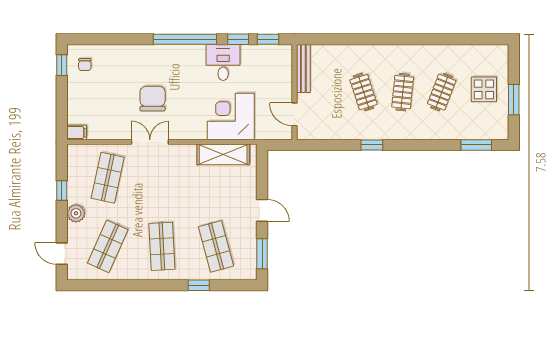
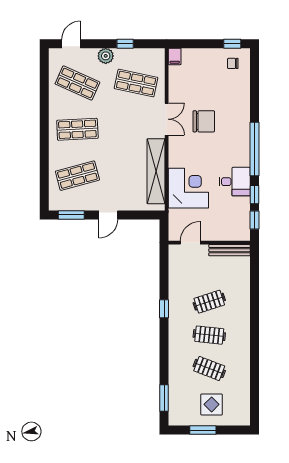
shelving: (223, 154) -> (156, 171), width x1.47
window: (199, 285) -> (44, 161), removed

